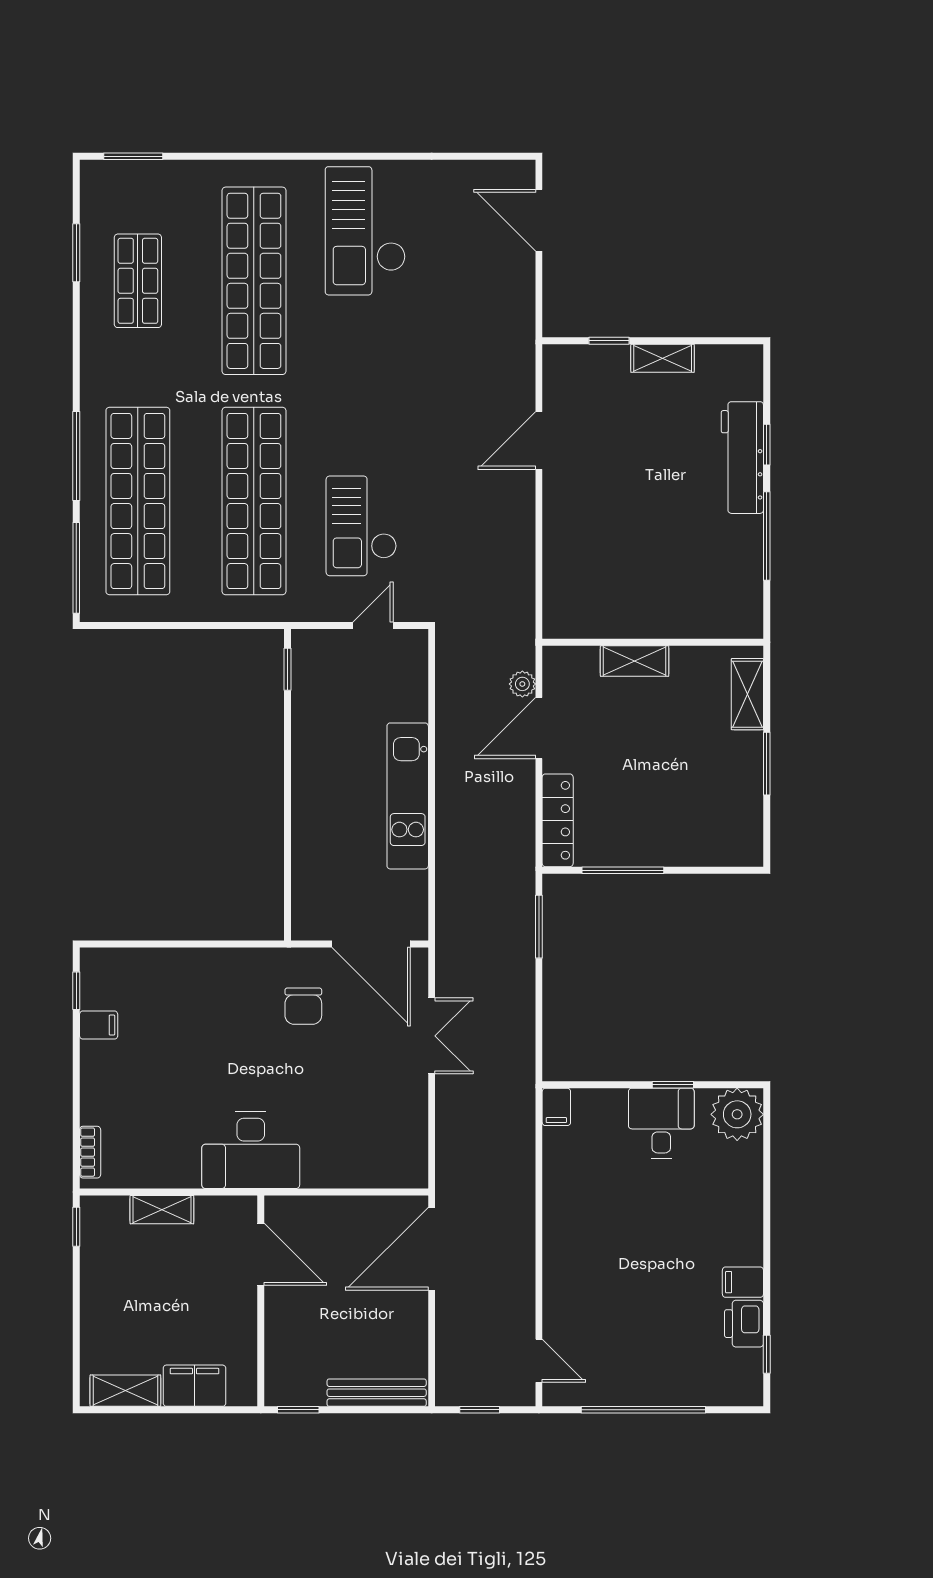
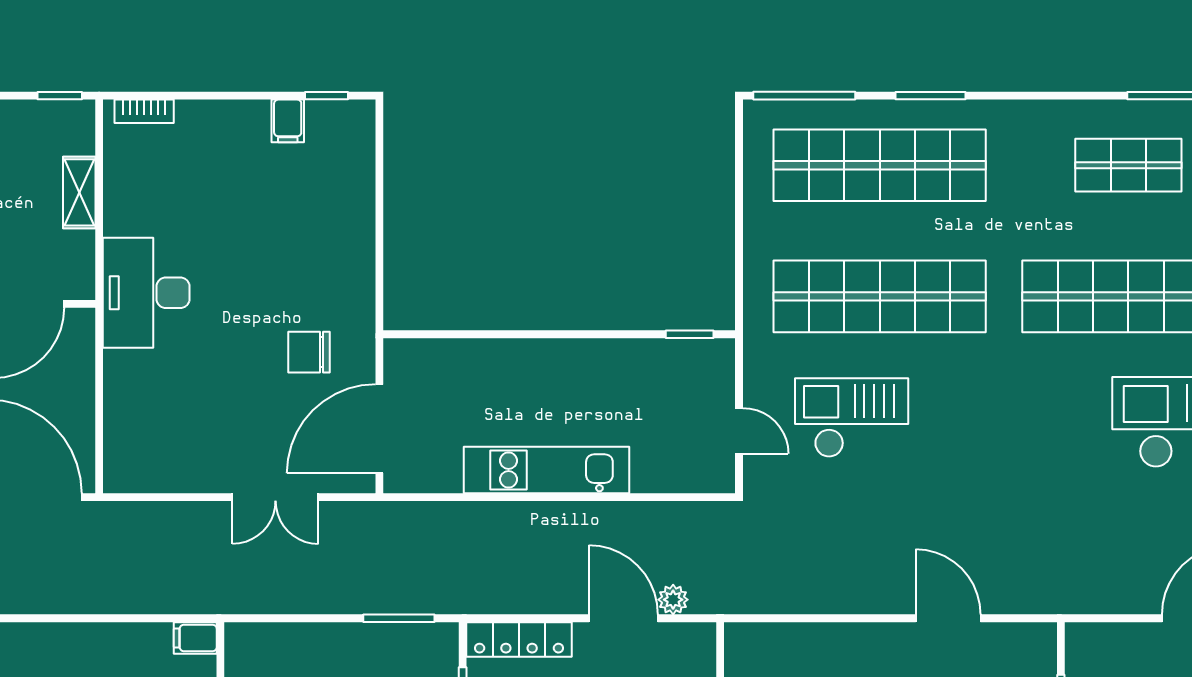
window: (76, 456) -> (931, 96), width x0.69

